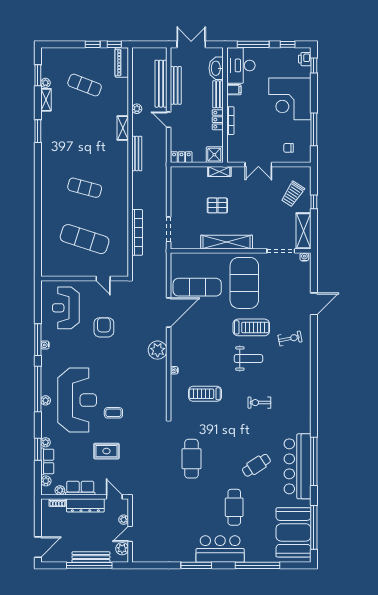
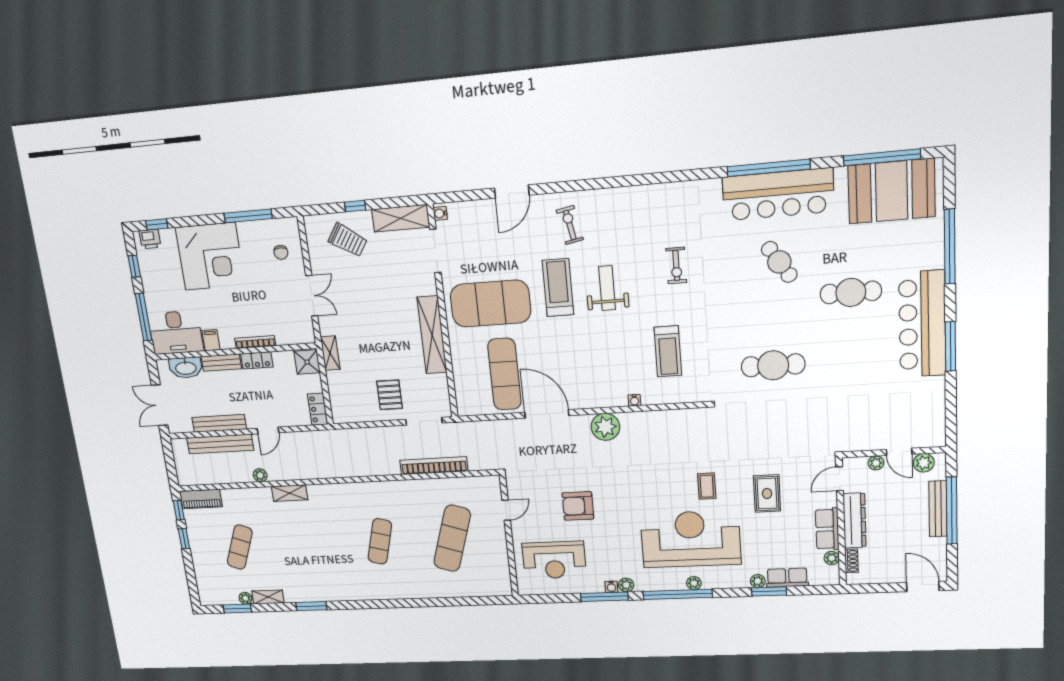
bench: (137, 153) -> (322, 472), removed
pallet: (217, 205) -> (390, 395), moved
door: (314, 304) -> (512, 192), swing flipped
plant: (46, 481) -> (626, 585), moved
bar counter: (220, 549) -> (922, 324), width x1.36

